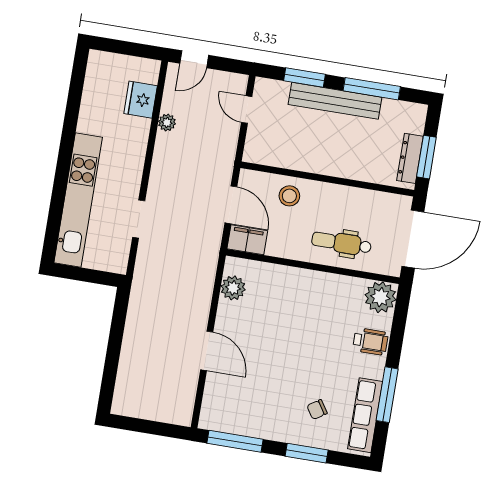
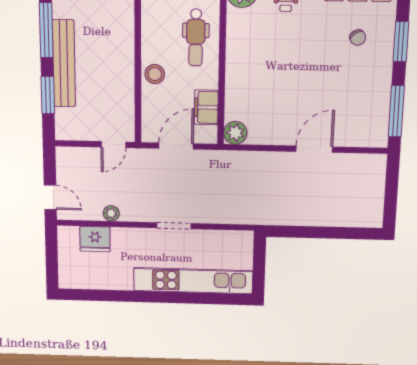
door: (247, 110) -> (114, 145), moved
stool: (289, 196) -> (155, 74), moved
doorway: (139, 219) -> (174, 226), moved
filing cabinet: (247, 240) -> (206, 107), moved
plant: (233, 288) -> (235, 133), moved

